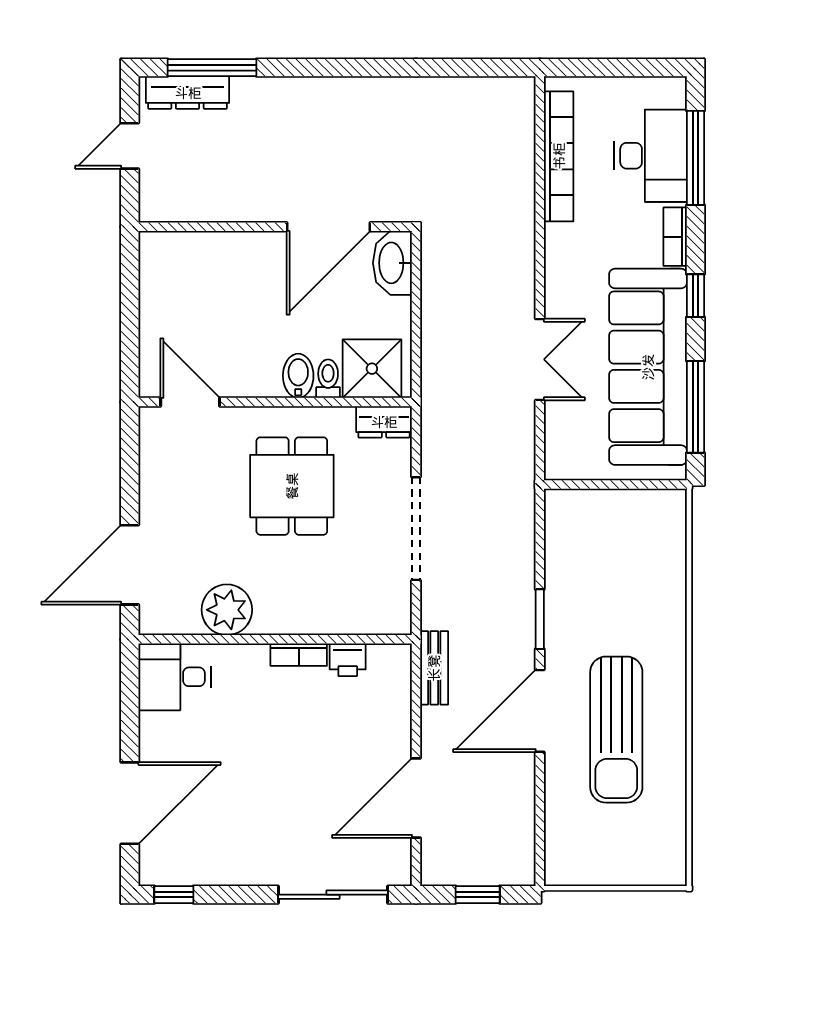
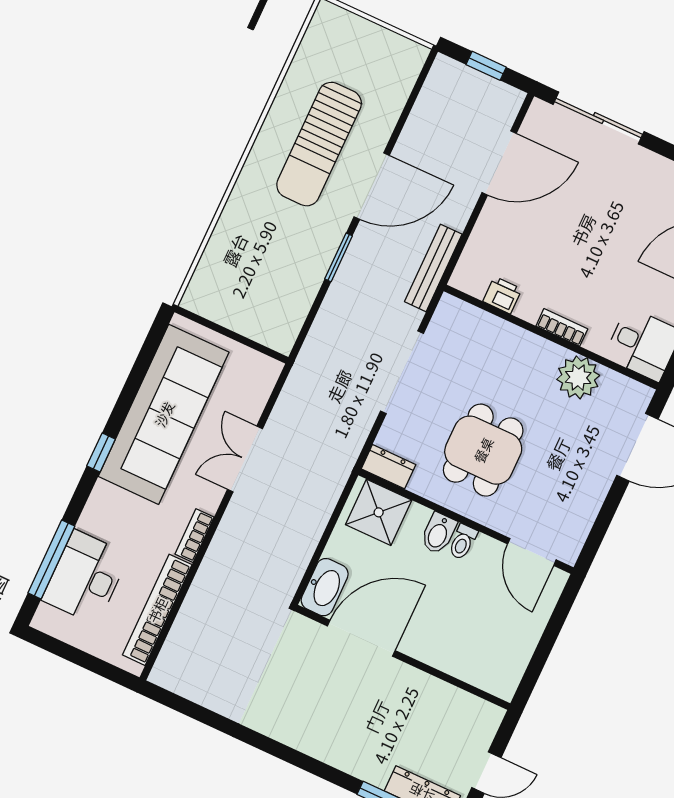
bookcase: (675, 237) -> (194, 536), moved, turned 180
toilet: (328, 379) -> (463, 542), moved
window: (696, 407) -> (141, 366), removed
bookcase: (299, 655) -> (562, 327), moved
bench: (434, 668) -> (433, 268), width x1.36
sun lounger: (616, 730) -> (319, 144), turned 180

